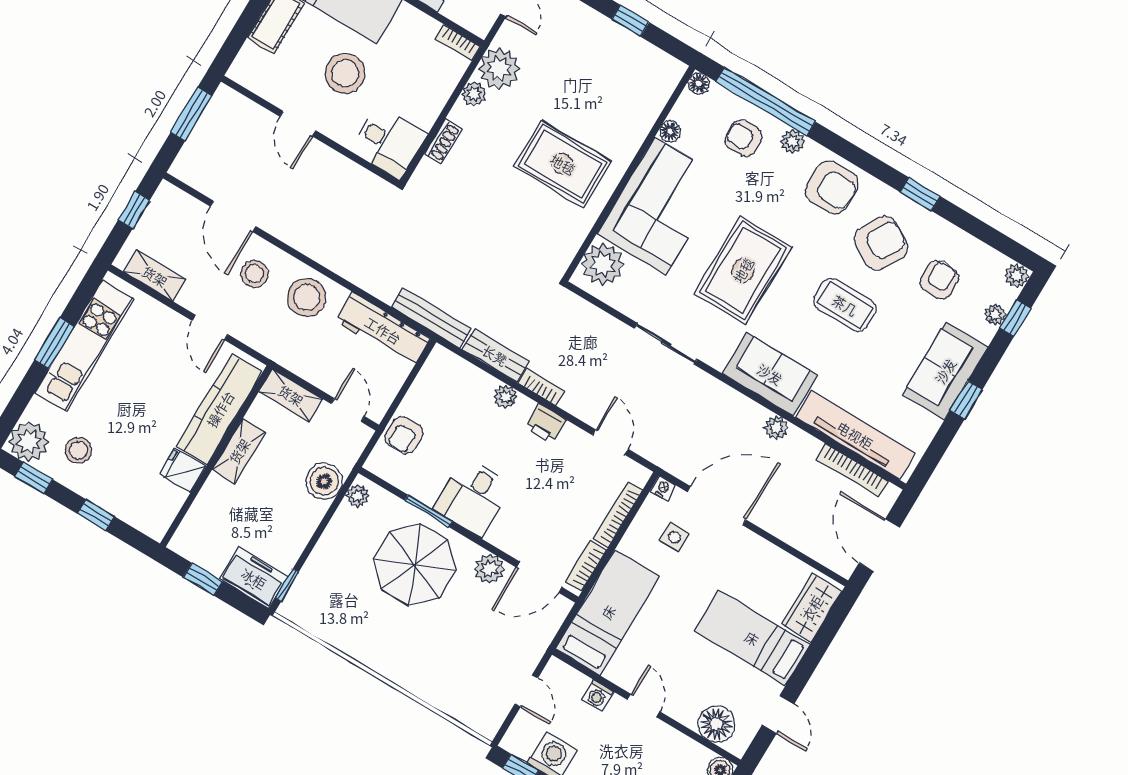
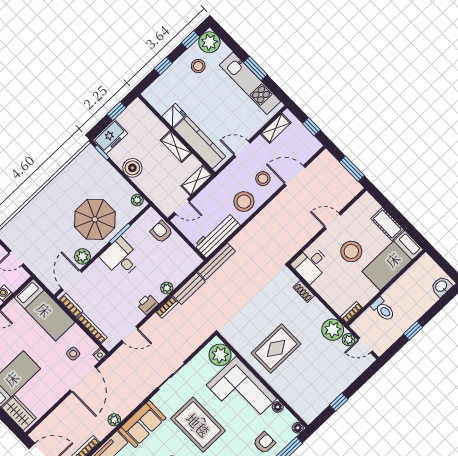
plant: (474, 94) -> (349, 340), moved
boiler: (324, 481) -> (132, 168), moved

